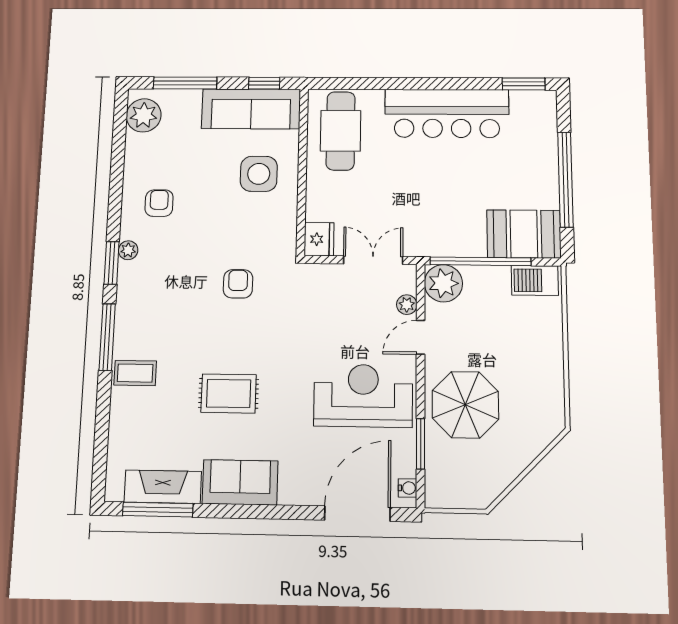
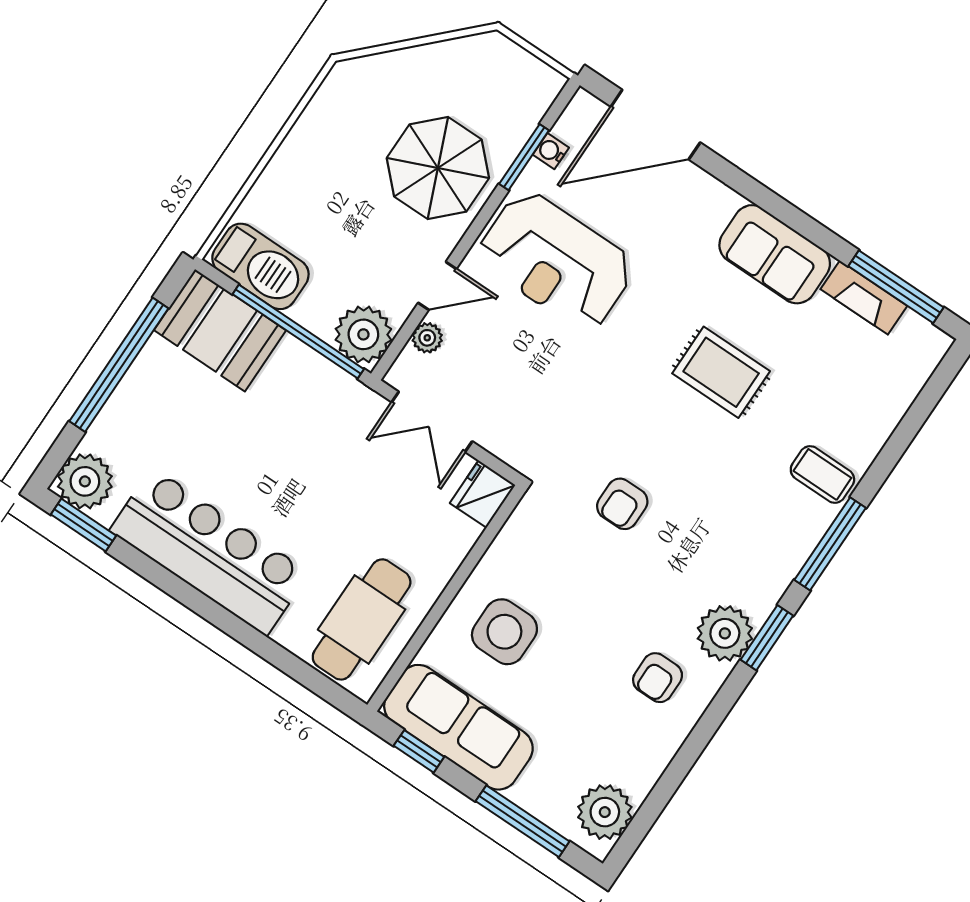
plant: (539, 107) -> (85, 481), added
plant: (128, 250) -> (725, 633), width x1.88, depth x1.88
barbecue: (535, 280) -> (260, 266), width x1.37, depth x1.21
fireplace: (163, 487) -> (864, 298), width x0.73, depth x0.76
water cooler: (407, 488) -> (551, 151), moved

